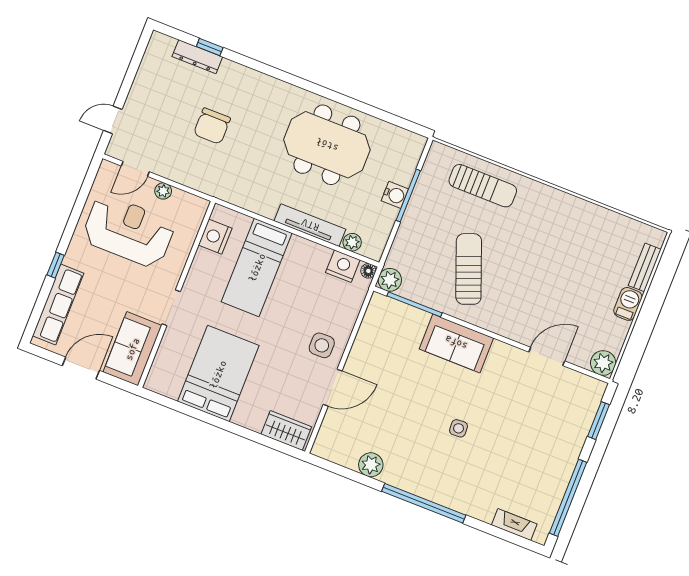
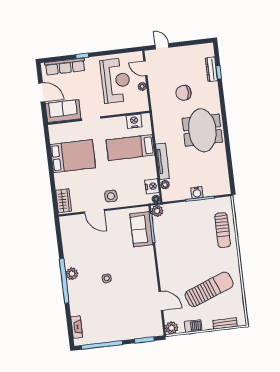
meeting table: (327, 145) -> (202, 130), moved
sun lounger: (469, 269) -> (209, 289), moved, width x1.36, depth x1.34
barbecue: (628, 304) -> (193, 326), moved
sofa: (456, 343) -> (141, 229), moved
plant: (371, 465) -> (72, 274), moved

